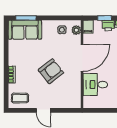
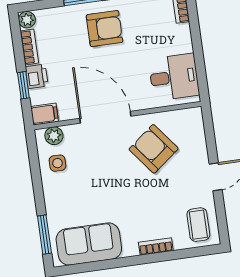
sofa: (25, 30) -> (89, 244), moved, turned -90
armchair: (51, 71) -> (154, 149), moved
desk: (95, 85) -> (174, 77), moved, turned -90

